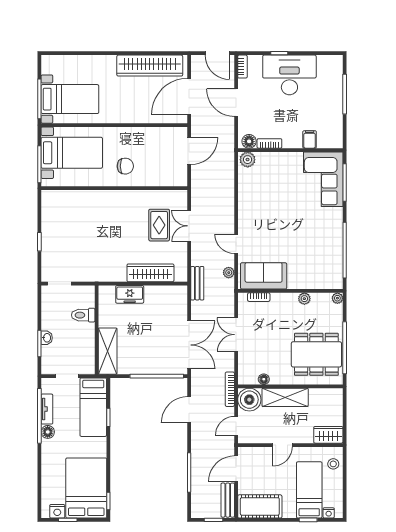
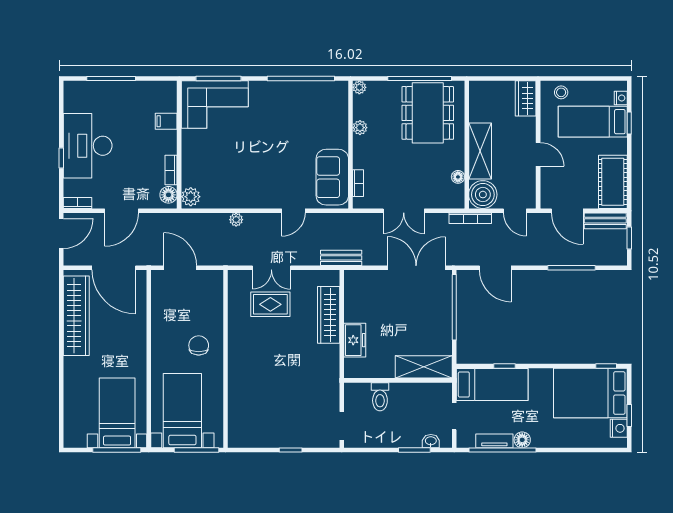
plant: (229, 273) -> (236, 220), moved
washbasin: (47, 338) -> (431, 441), moved

